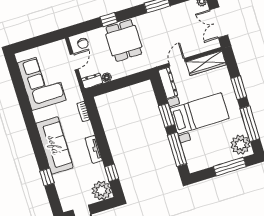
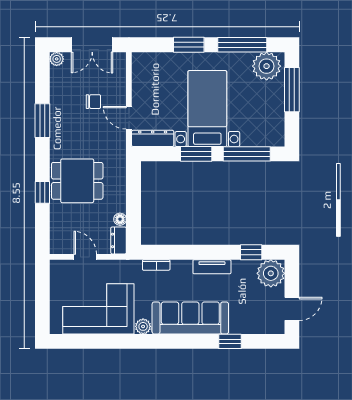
chair: (83, 43) -> (93, 102), moved
wardrobe: (206, 63) -> (142, 79), removed
plant: (39, 115) -> (143, 326), added

